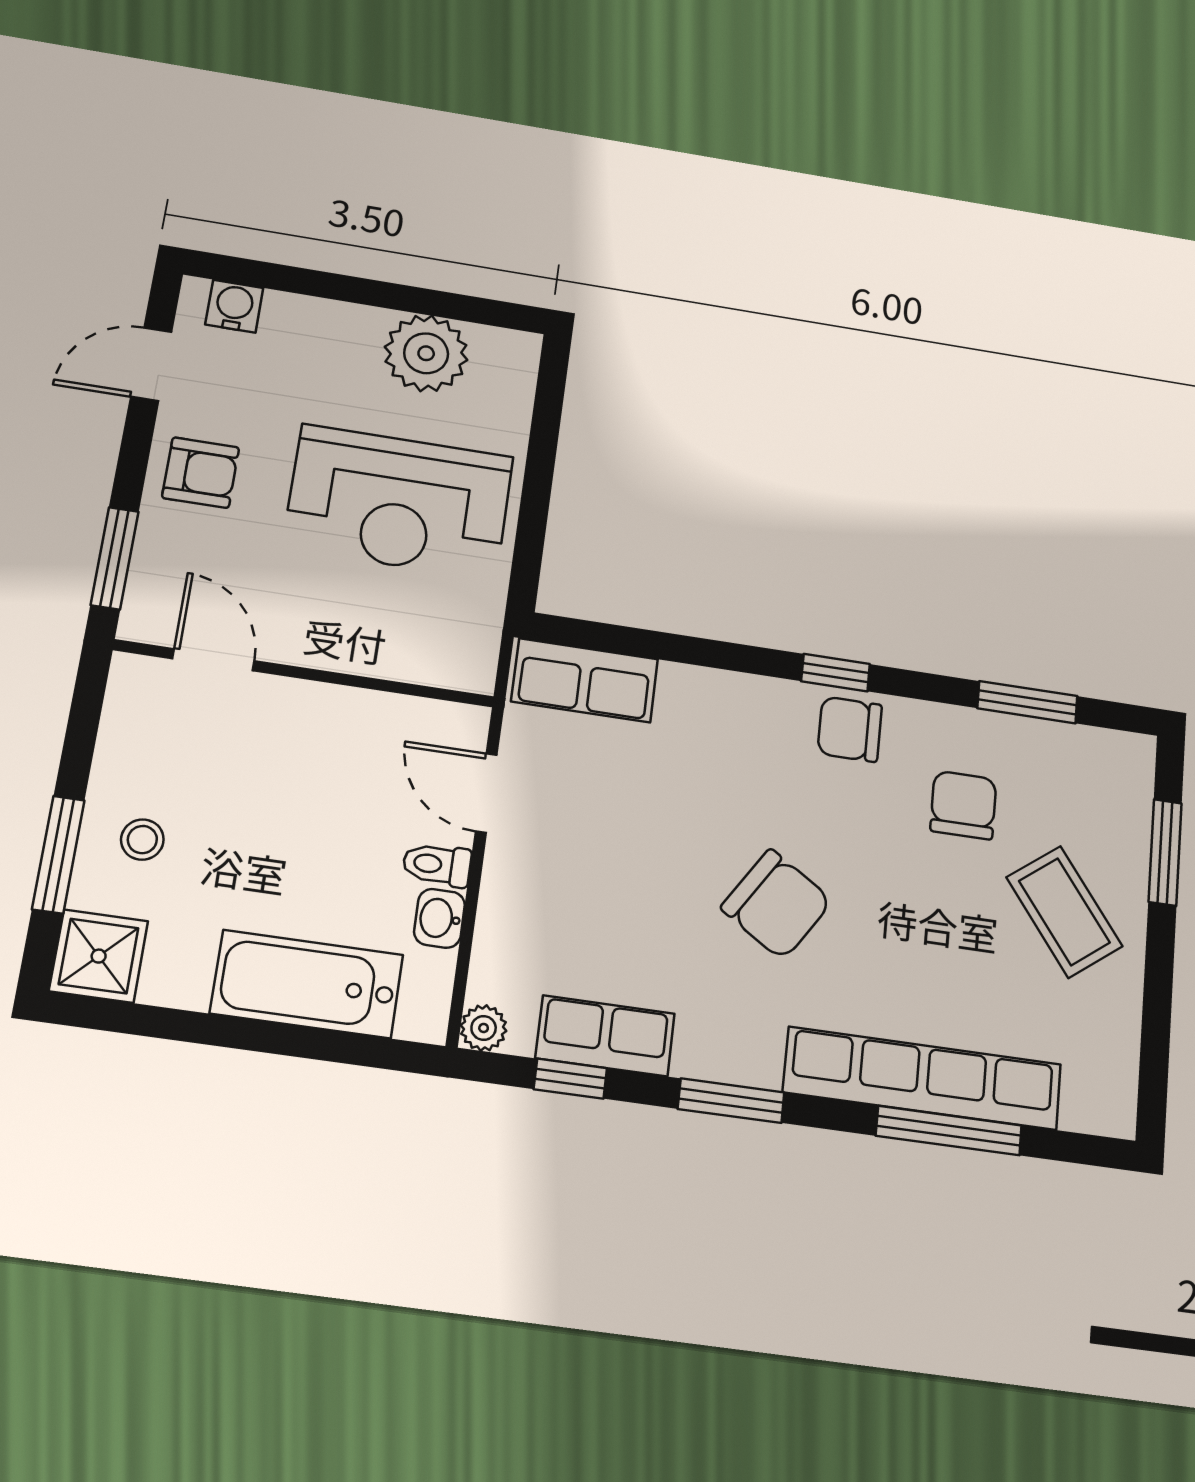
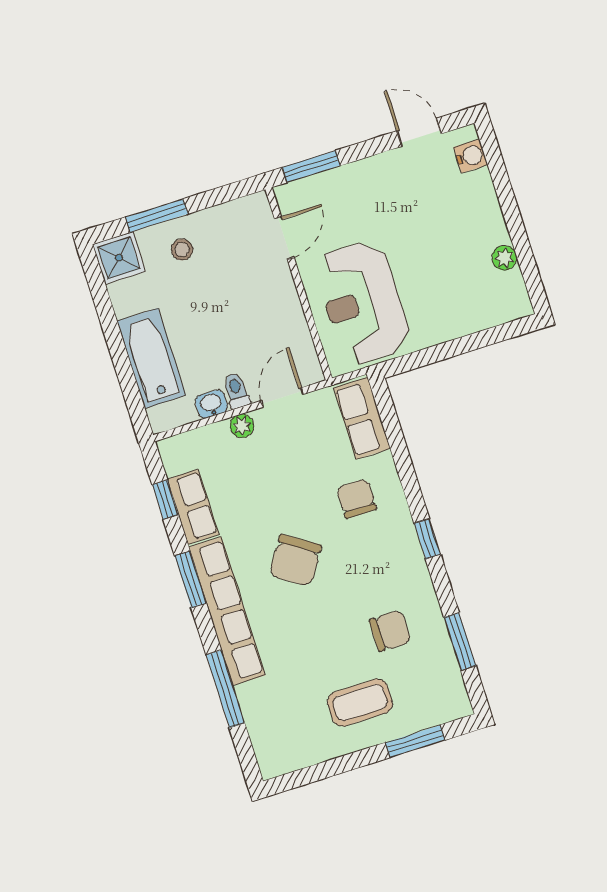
plant: (426, 353) -> (504, 258), width x0.53, depth x0.53
armchair: (201, 473) -> (375, 184), removed
reception desk: (399, 502) -> (363, 303), moved
chair: (850, 729) -> (356, 499), moved
coffee table: (1064, 912) -> (360, 703), turned 37
plant: (484, 1028) -> (242, 426), moved
row of seats: (923, 1078) -> (227, 611), moved

